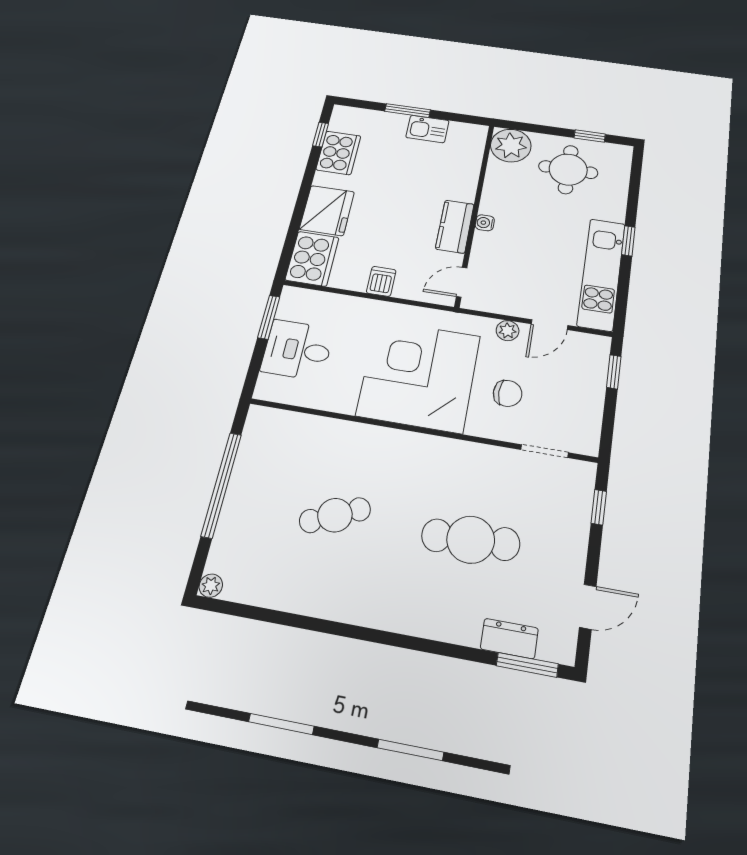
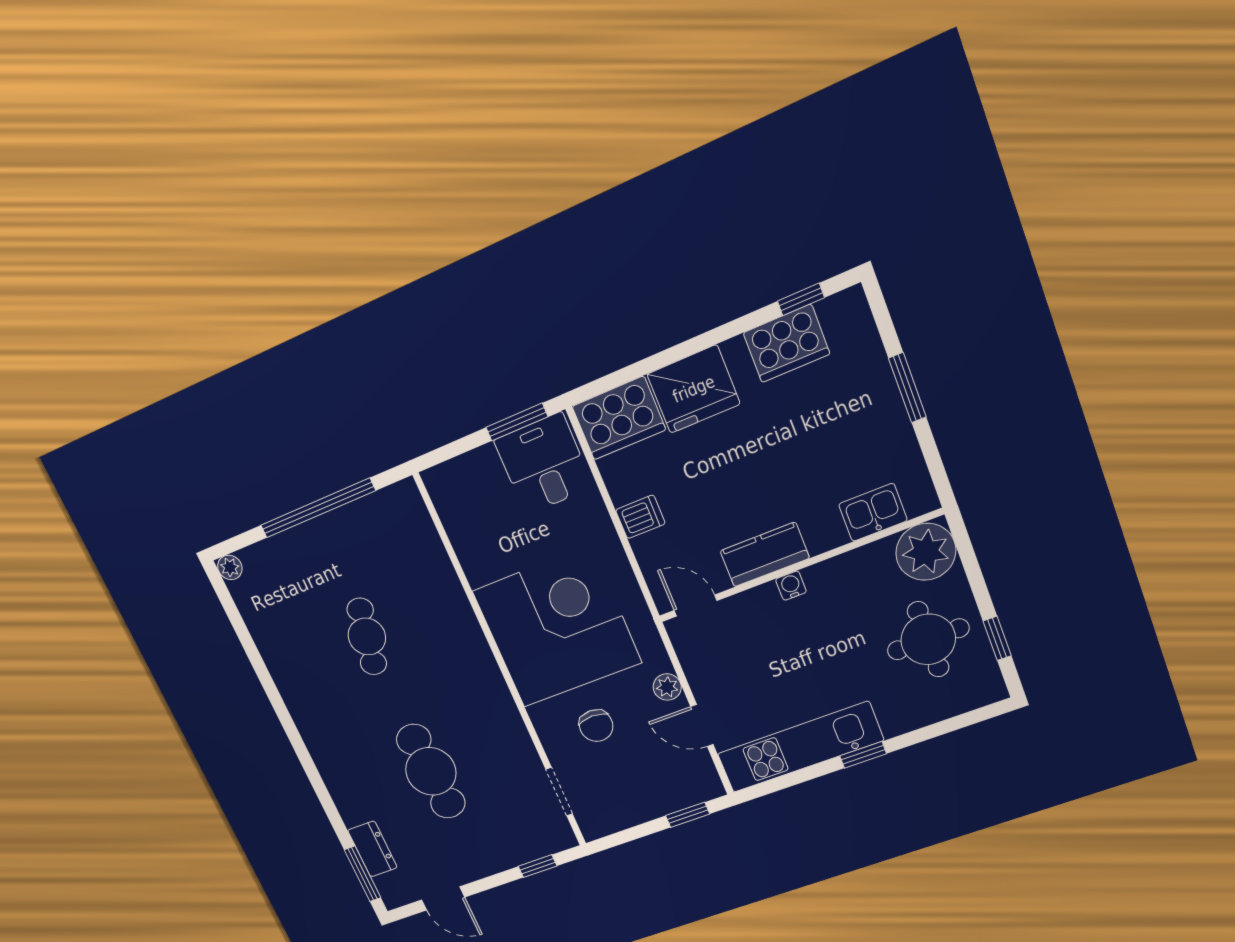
kitchen sink: (427, 129) -> (873, 512), moved, turned 90
desk: (297, 350) -> (544, 464), moved
cafe table: (335, 515) -> (367, 637), turned 36

